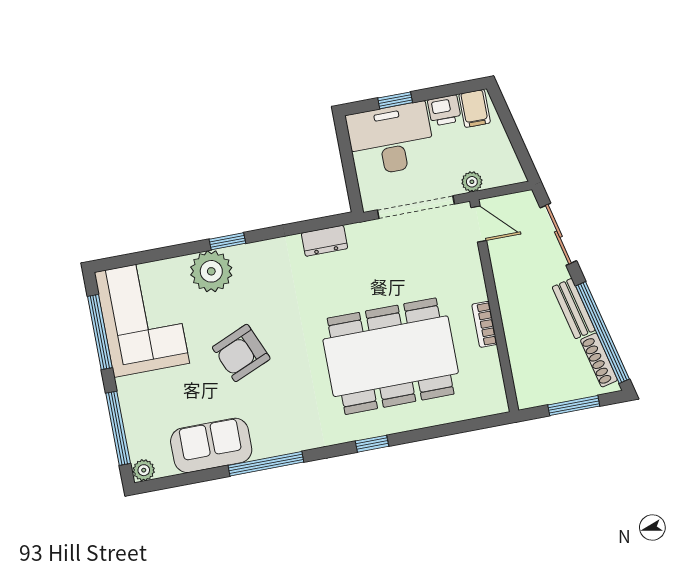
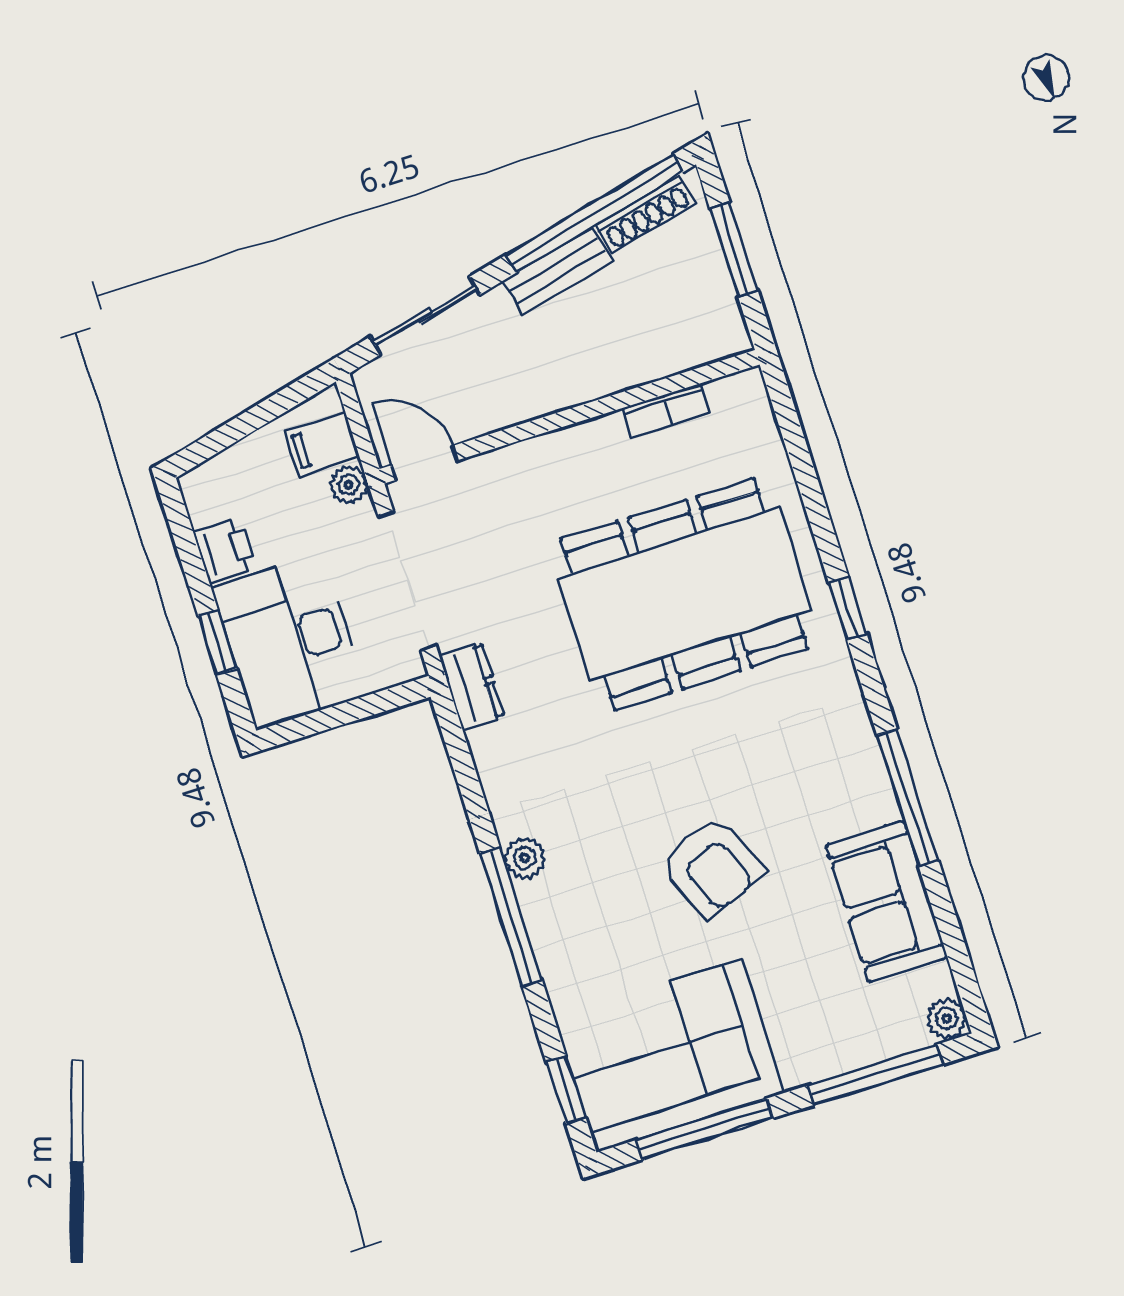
filing cabinet: (475, 108) -> (323, 444), moved, turned 180
door: (479, 224) -> (424, 463), hinge flipped
window: (227, 241) -> (511, 917), width x2.17
dresser: (324, 241) -> (472, 686), moved
window: (130, 260) -> (566, 1090), added
plant: (211, 271) -> (525, 858), moved, width x0.53, depth x0.53
bookcase: (484, 324) -> (666, 411), moved
dining table: (391, 356) -> (684, 594), turned 90

